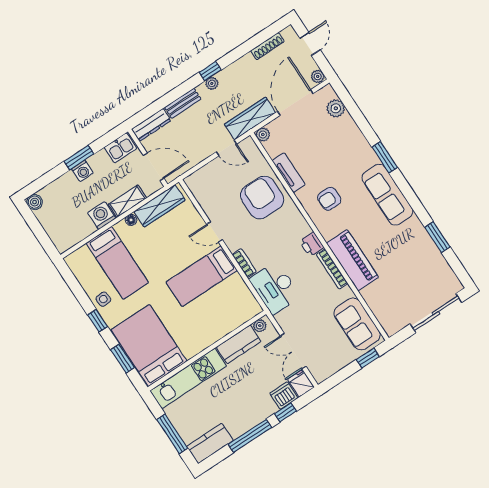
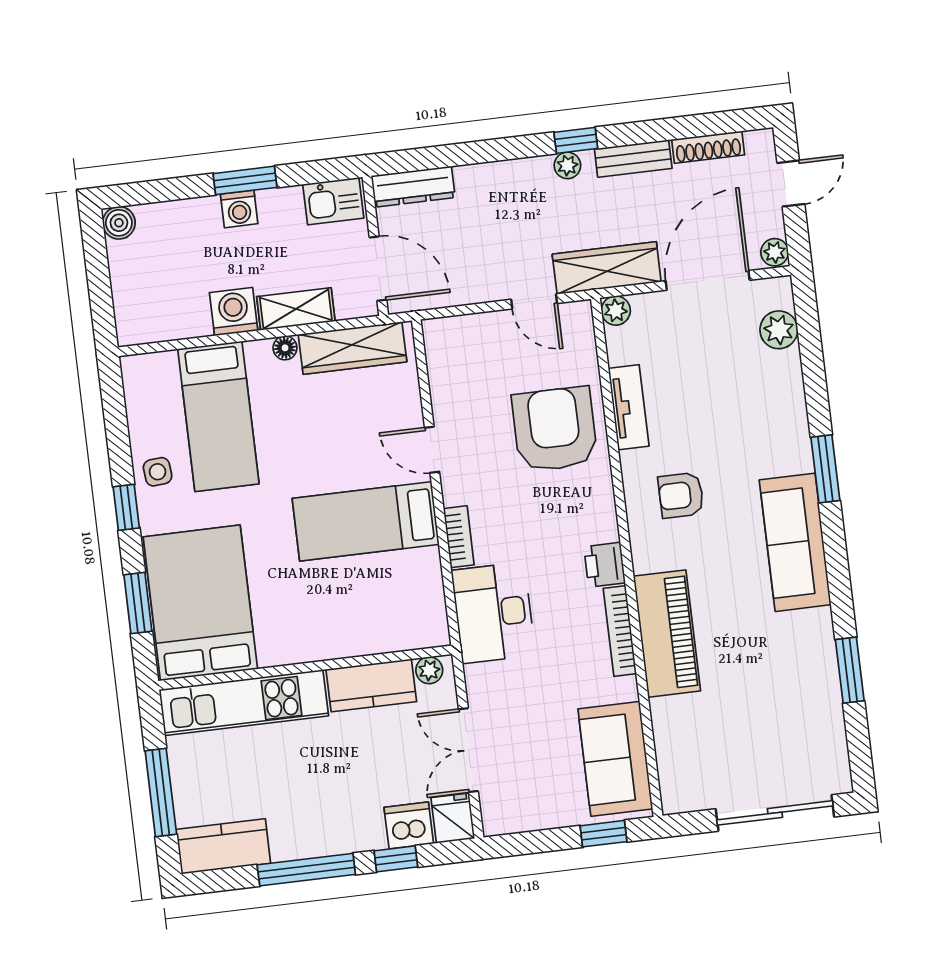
bench: (183, 103) -> (633, 159), moved

